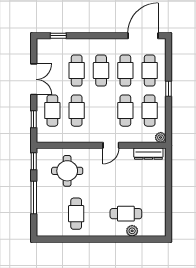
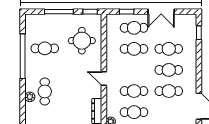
cafe table: (150, 70) -> (169, 112), removed
window: (85, 239) -> (23, 56), added

